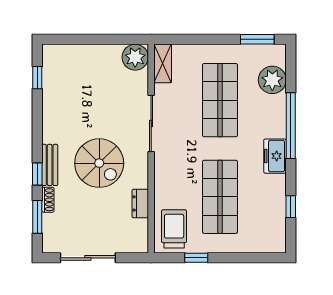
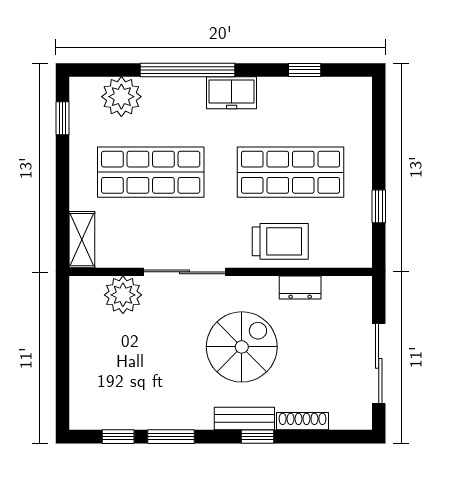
window: (257, 39) -> (63, 118), width x0.67
plant: (135, 57) -> (123, 295), moved
shelving: (163, 63) -> (82, 240), moved, turned 90
shoe rack: (48, 200) -> (302, 421), width x1.43
window: (37, 217) -> (171, 437), moved
trolley: (174, 229) -> (280, 241), moved, turned 180

